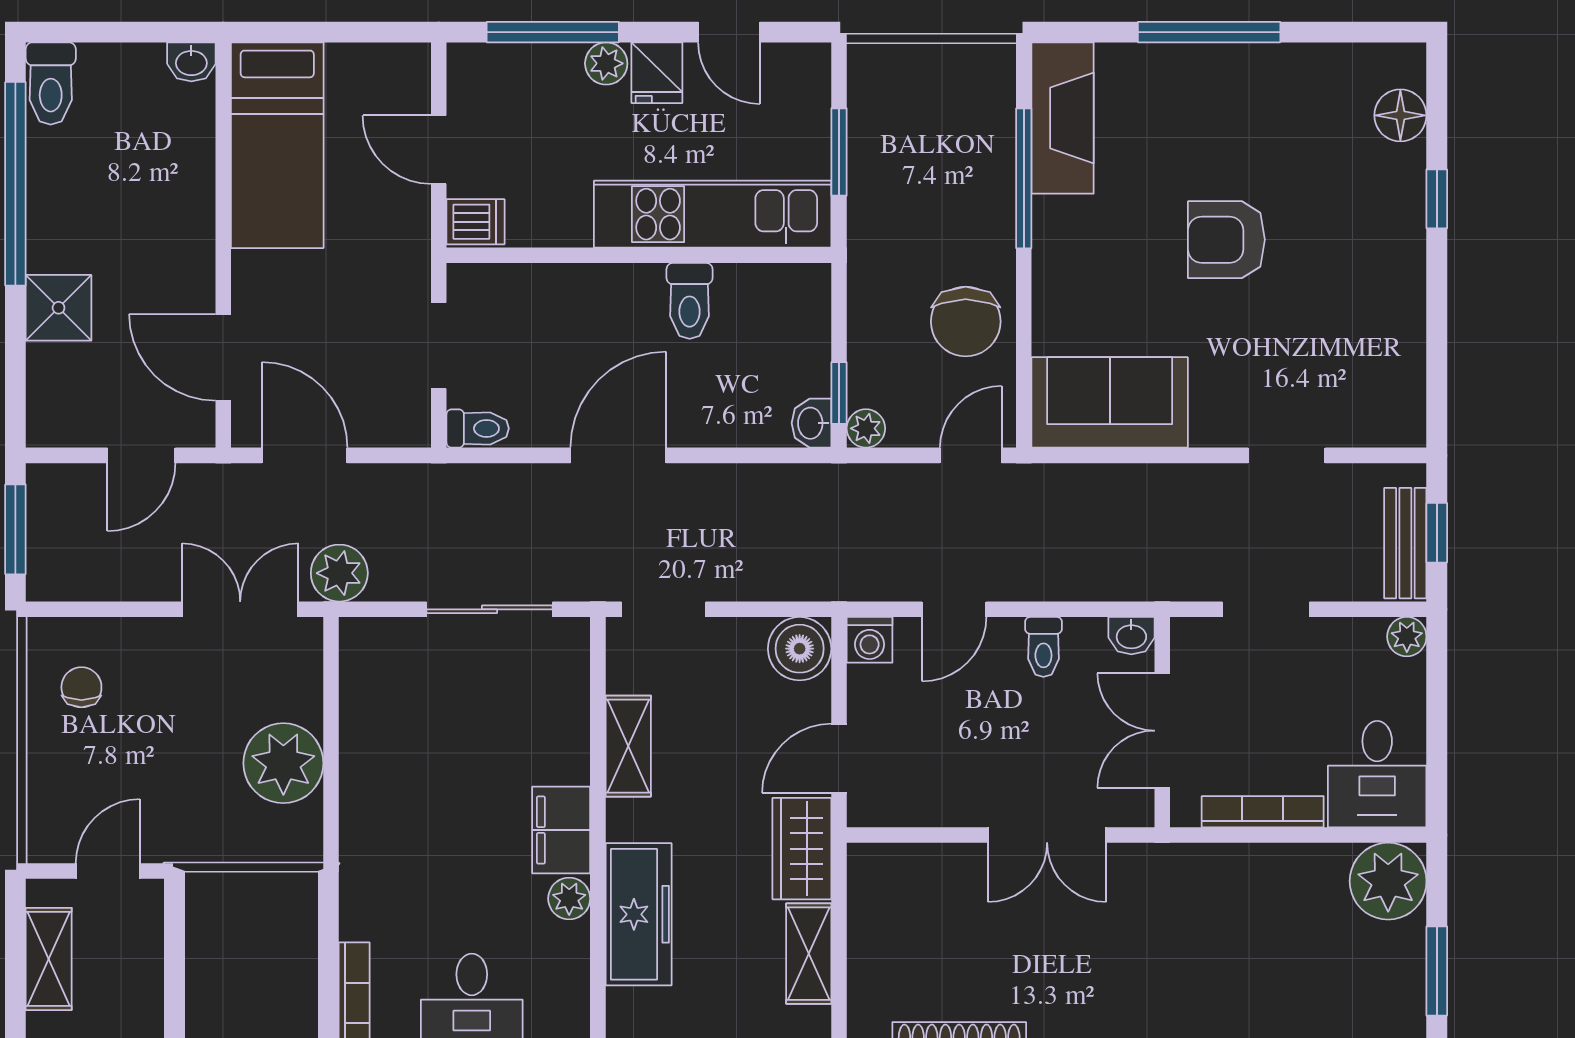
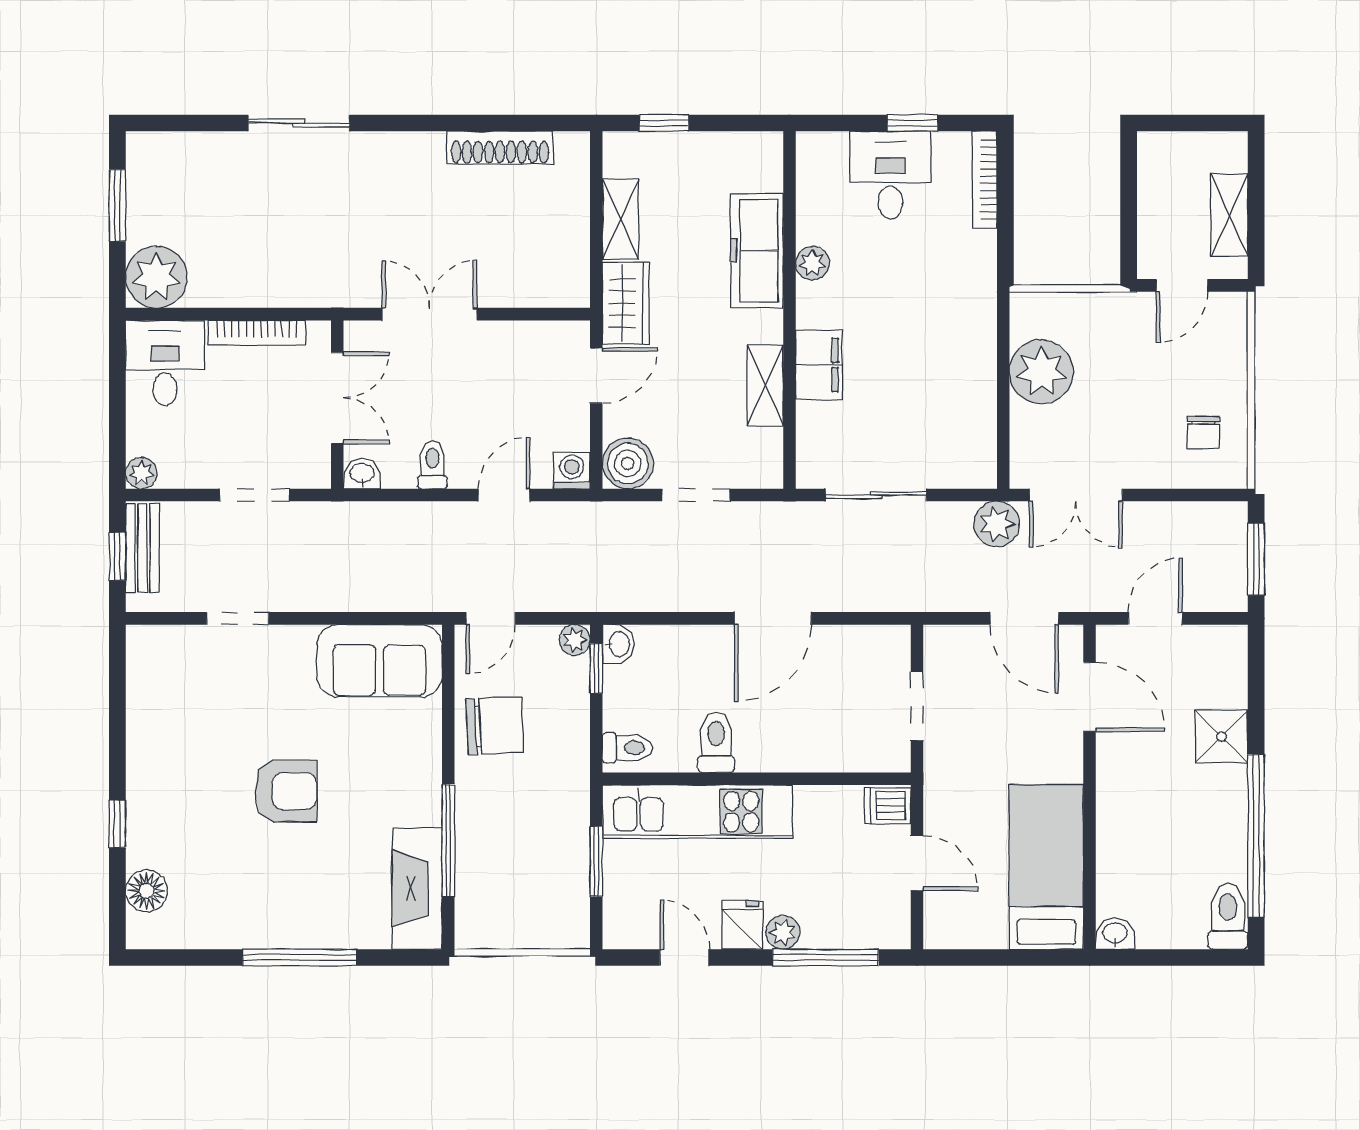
chair: (966, 322) -> (495, 726), turned 87
toilet: (478, 428) -> (627, 748), moved, turned 180
doorway: (664, 609) -> (696, 495), moved
filing cabinet: (561, 830) -> (819, 365), moved

